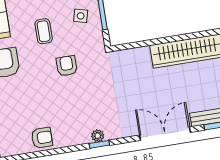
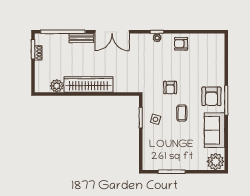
armchair: (42, 138) -> (181, 44), moved

